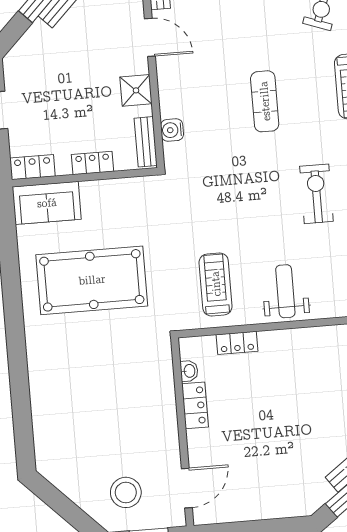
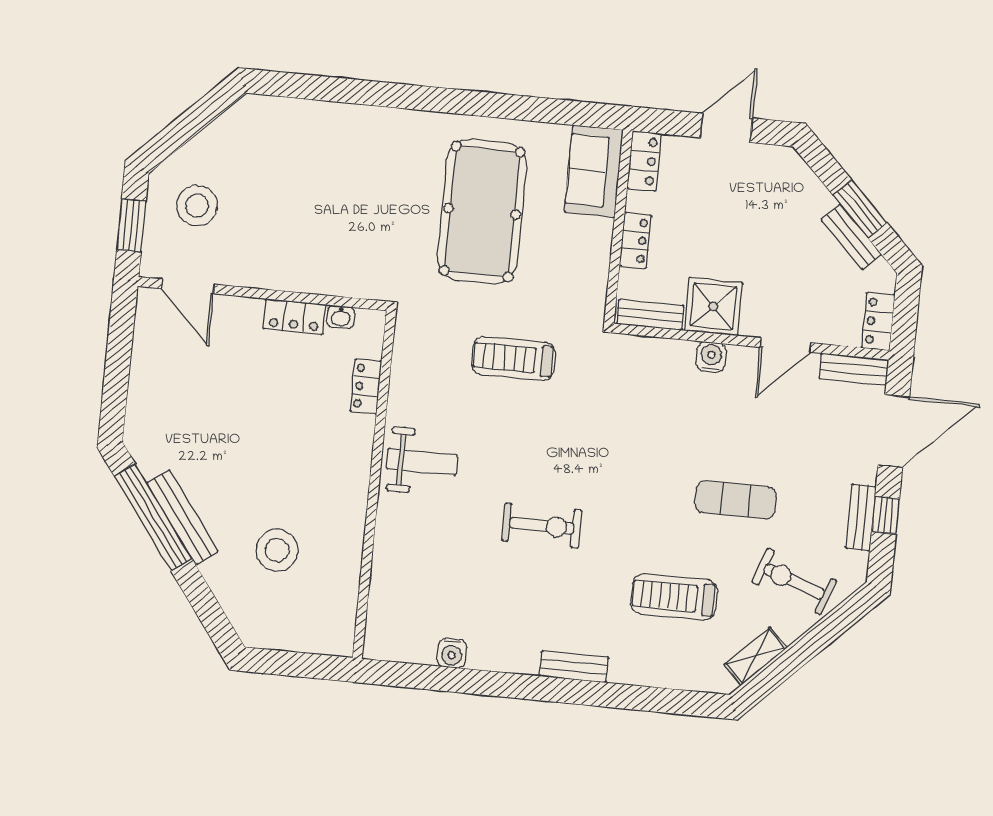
shower: (136, 90) -> (713, 307), width x1.36, depth x1.36
exercise mat: (265, 101) -> (736, 500), moved
water cooler: (172, 130) -> (711, 357), moved
treadmill: (216, 284) -> (513, 359), moved, turned 180

